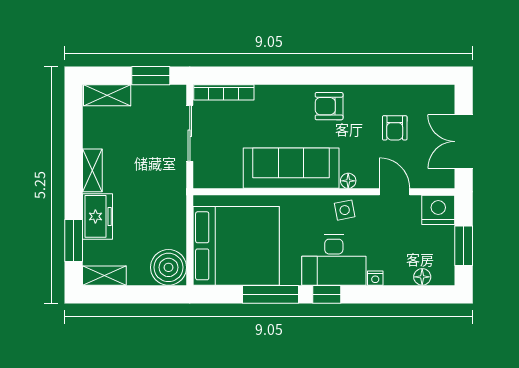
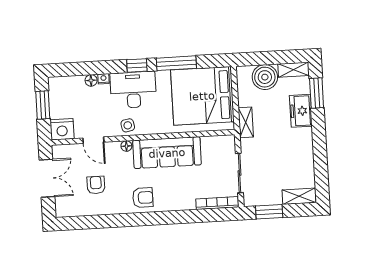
shelving: (92, 170) -> (246, 122), moved
boiler: (168, 267) -> (265, 77), moved
floor lamp: (422, 277) -> (91, 80), moved

